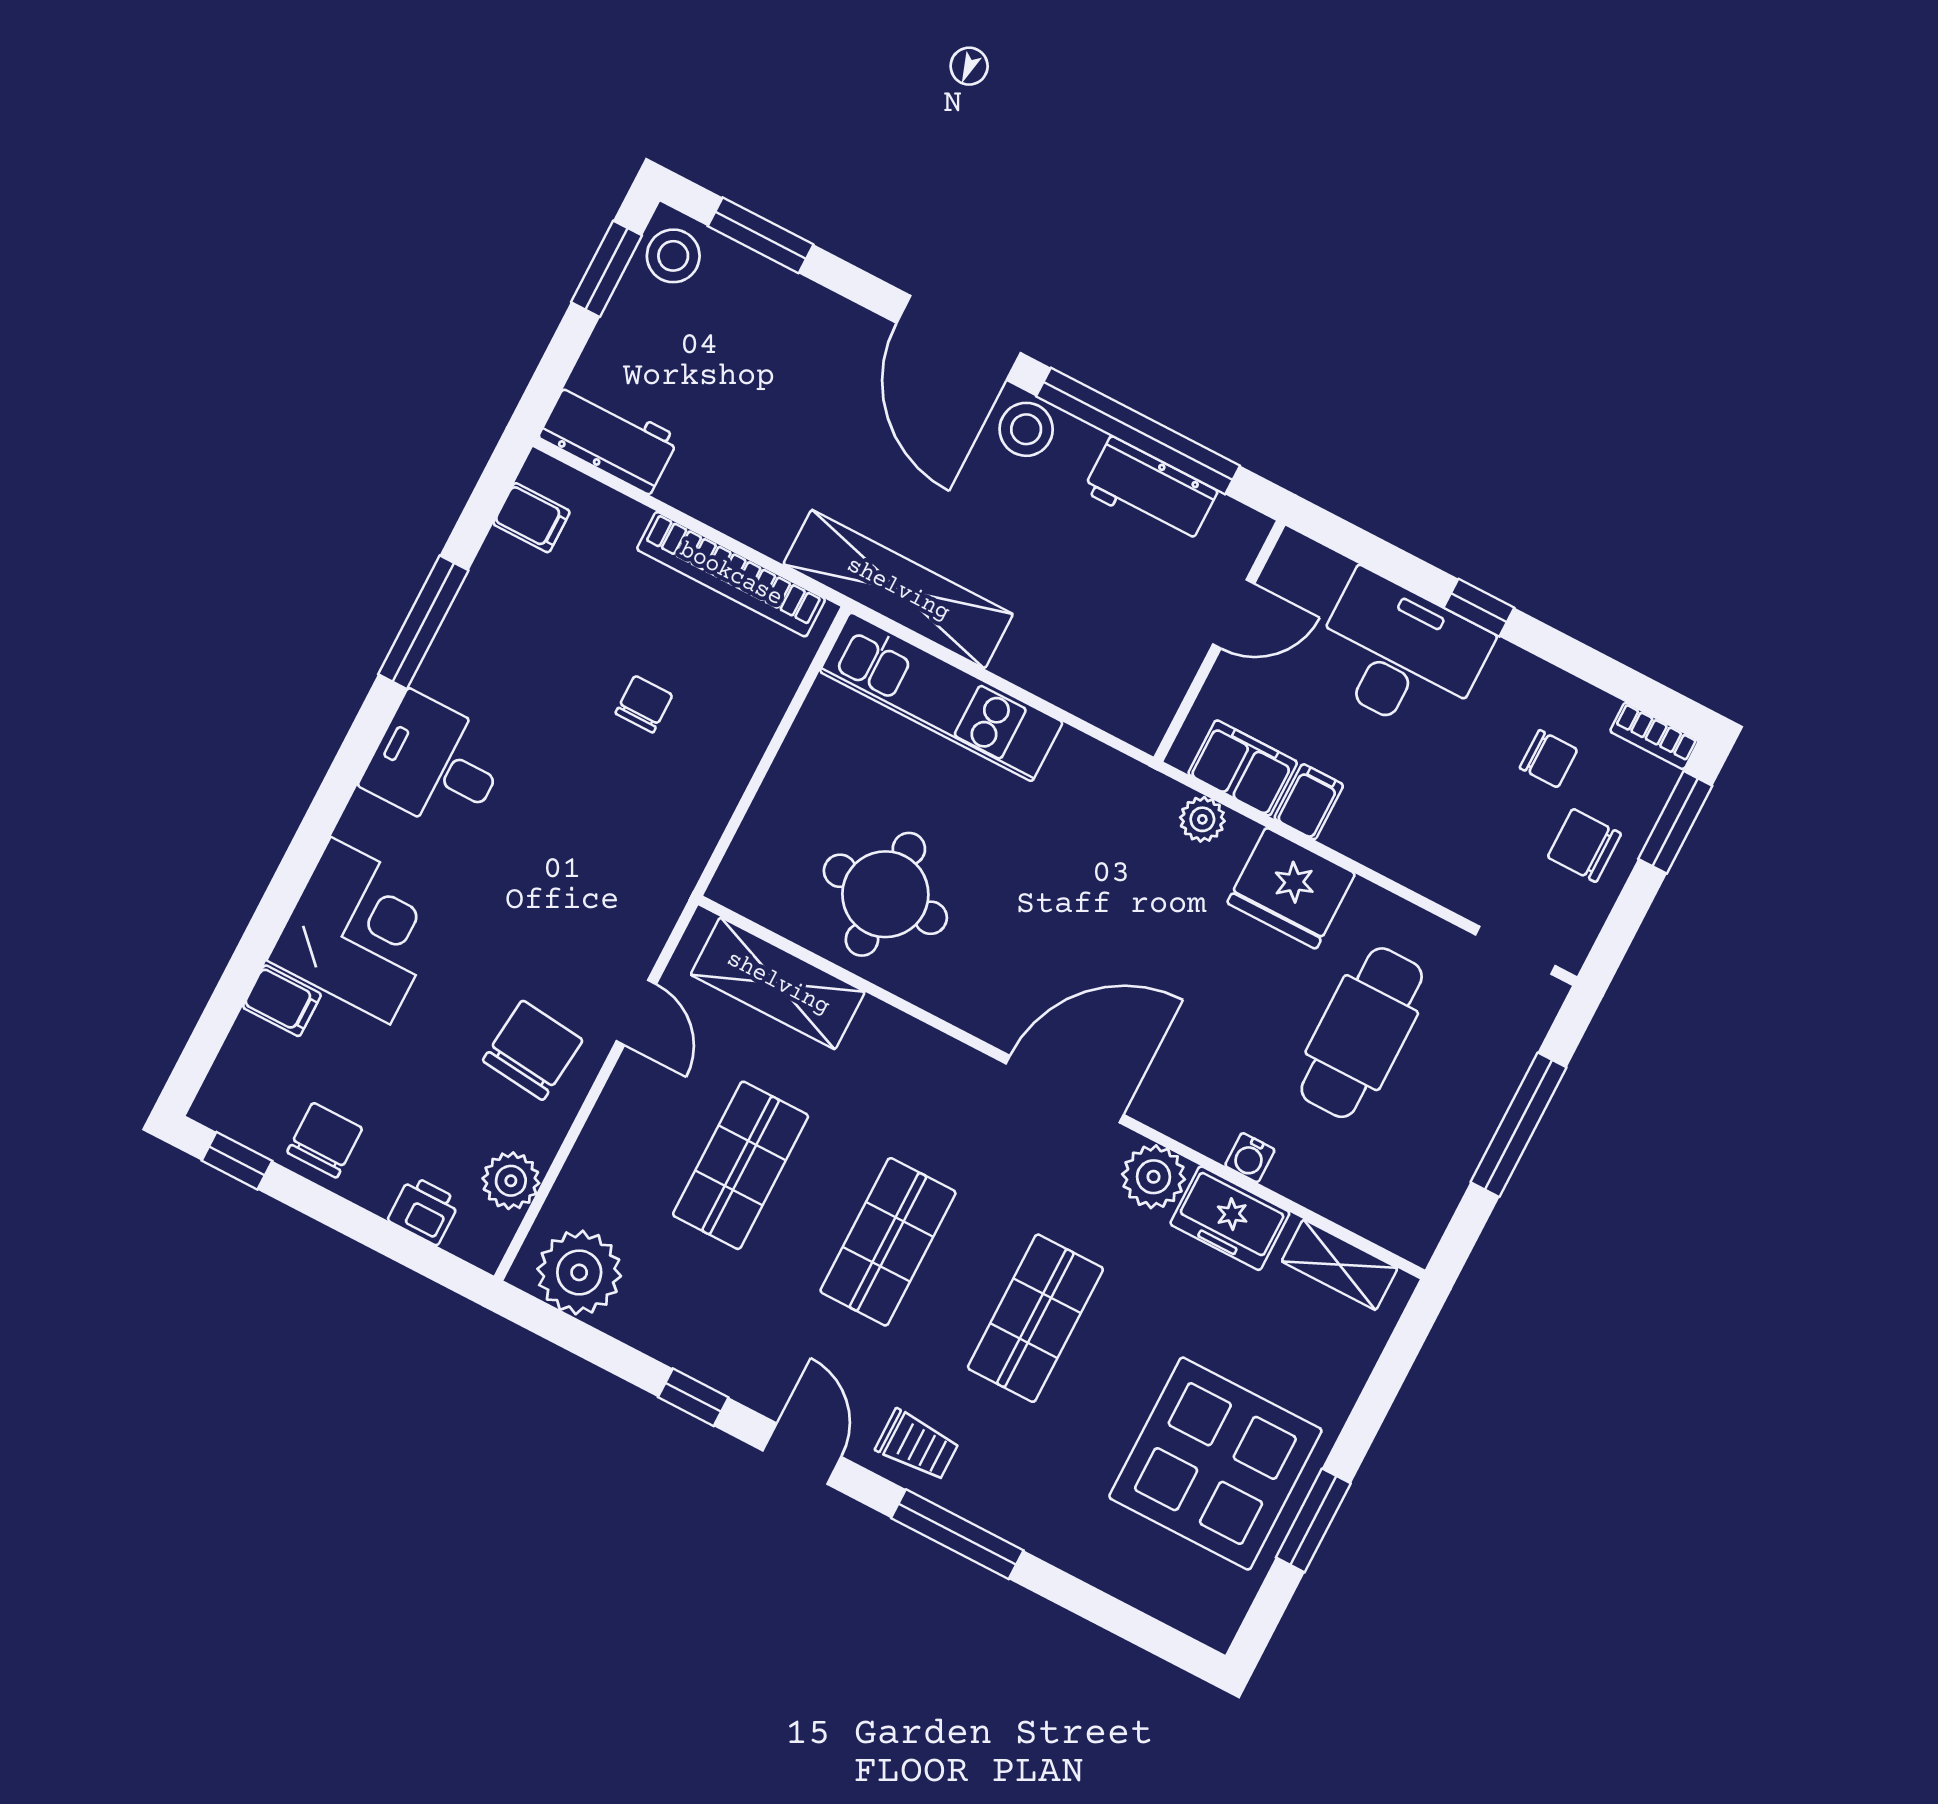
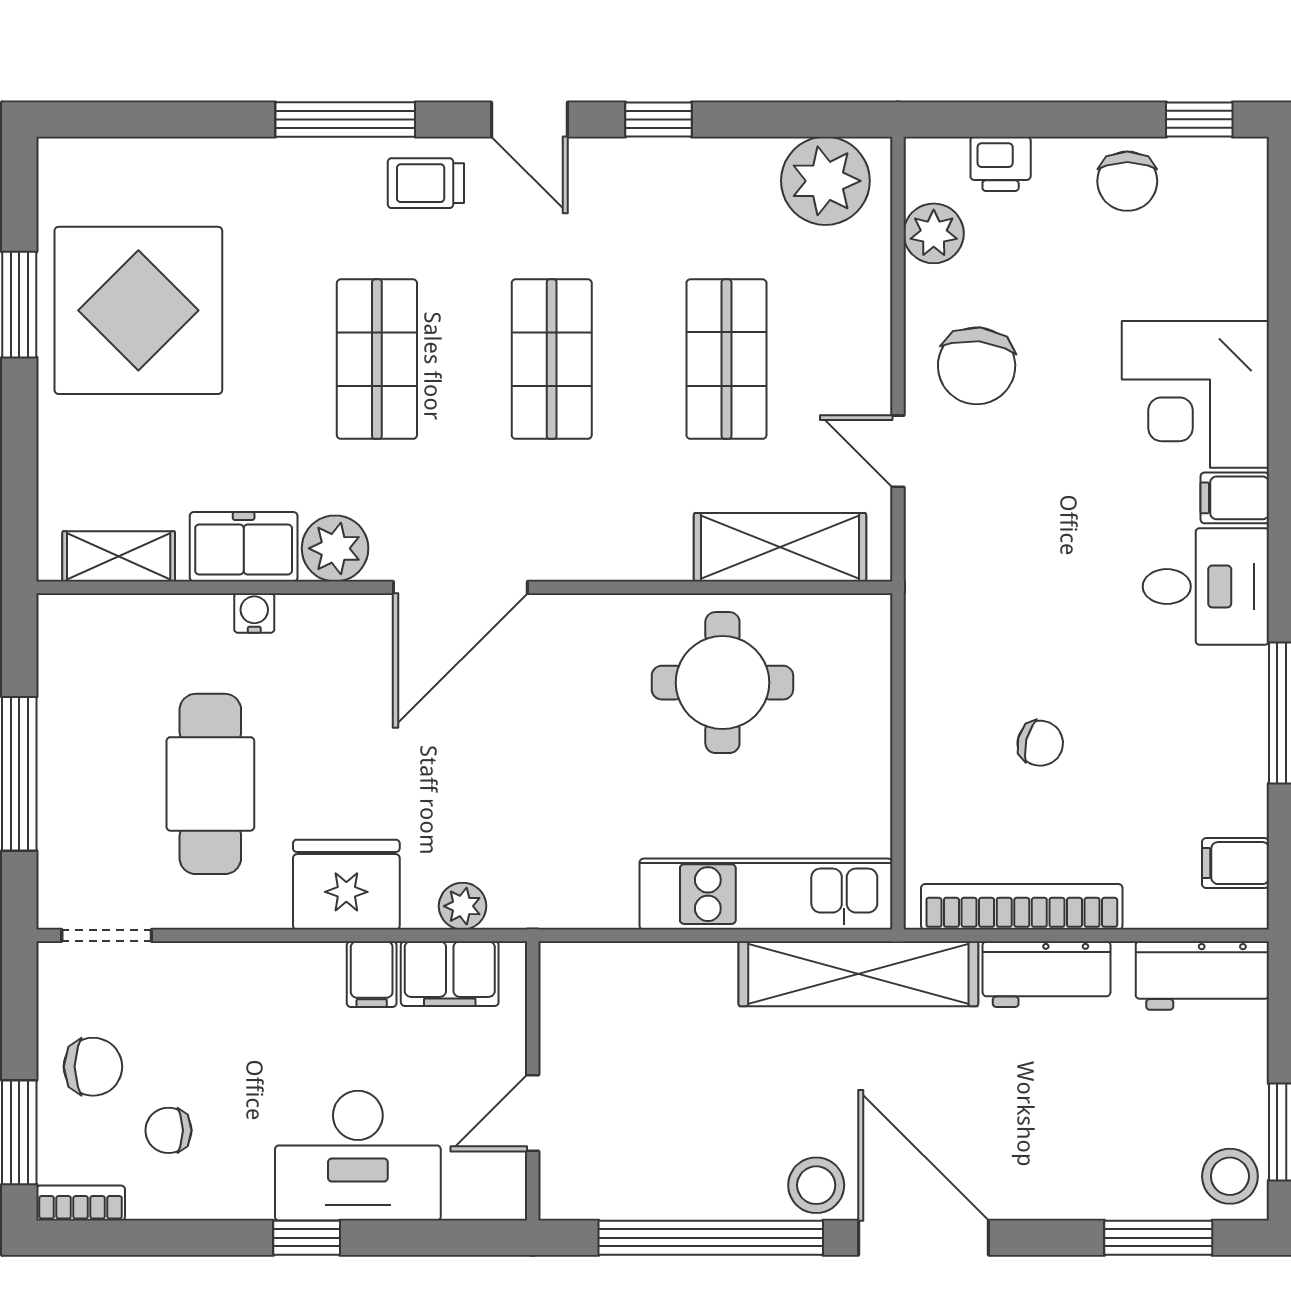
workbench: (1150, 491) -> (1047, 974), moved, turned 180
chair: (644, 704) -> (1040, 743), turned -76
filing cabinet: (282, 1001) -> (1235, 498), moved

